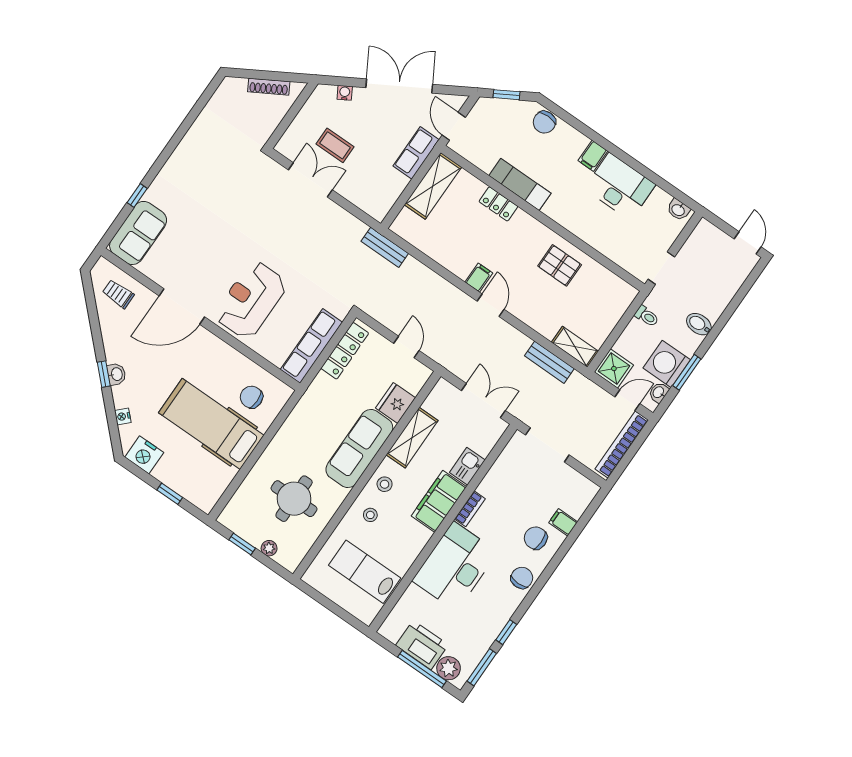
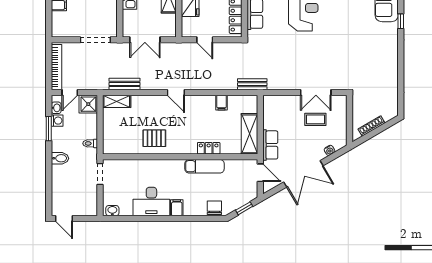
filing cabinet: (479, 278) -> (222, 103), moved
washing machine: (667, 364) -> (57, 121), width x0.53, depth x0.53

